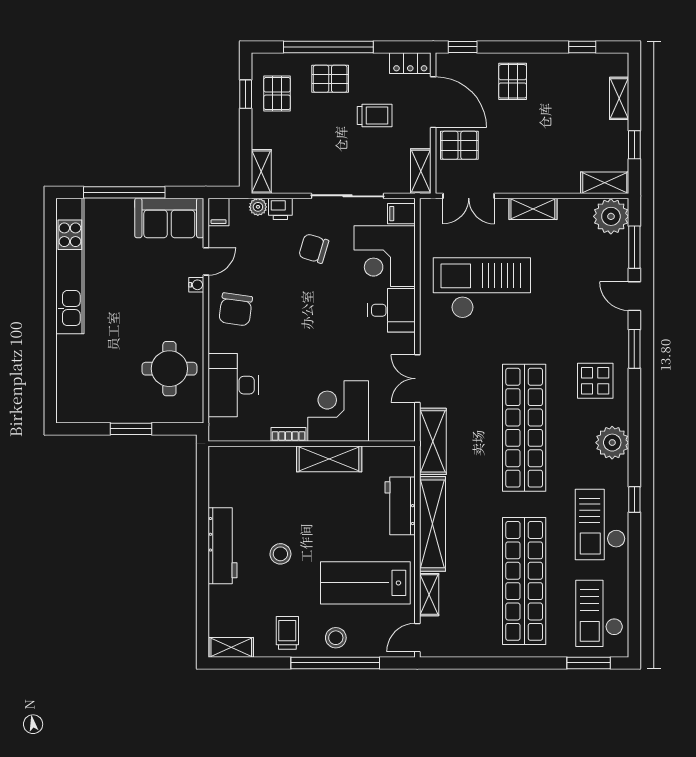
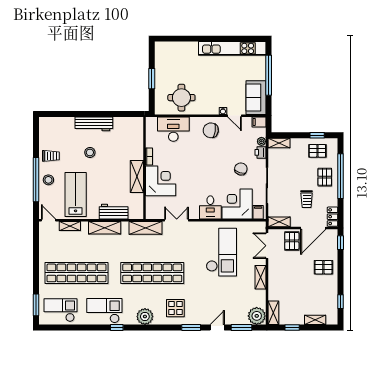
shelving: (433, 524) -> (105, 228), width x0.68
shelving: (231, 647) -> (44, 128), removed

